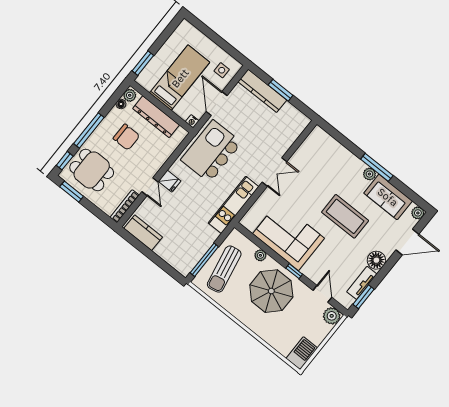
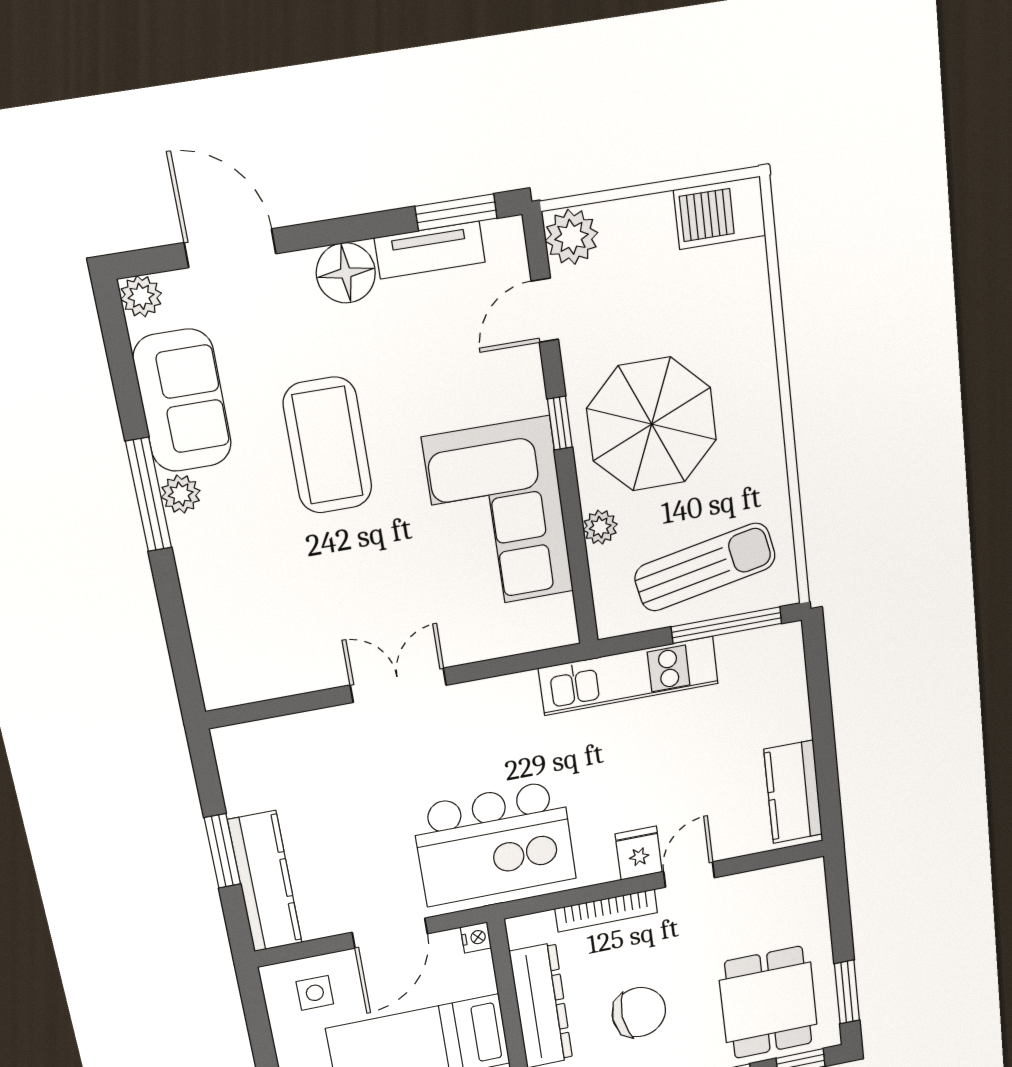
chair: (126, 137) -> (639, 1012), turned 85
kitchen unit: (234, 205) -> (629, 676), moved
bookcase: (125, 206) -> (606, 911), moved

